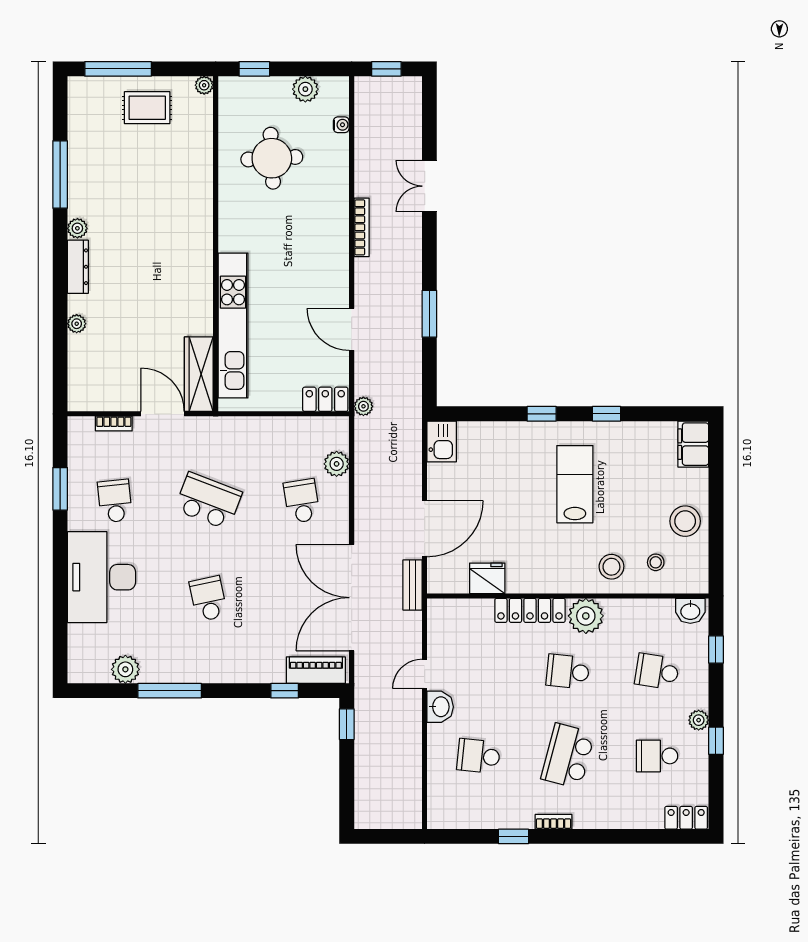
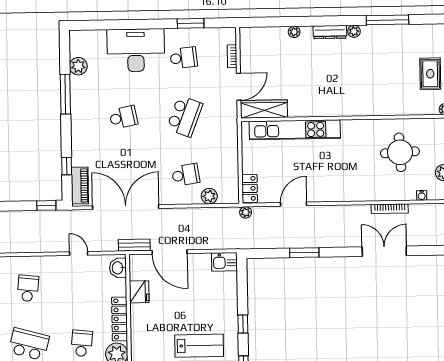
double door: (429, 186) -> (384, 251), width x1.37
bookcase: (362, 227) -> (390, 209), moved
washbasin: (440, 707) -> (118, 268), moved, turned 90

